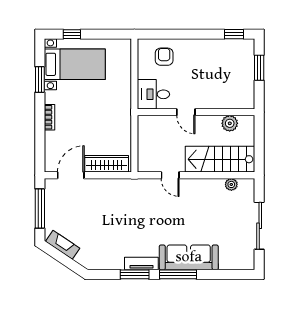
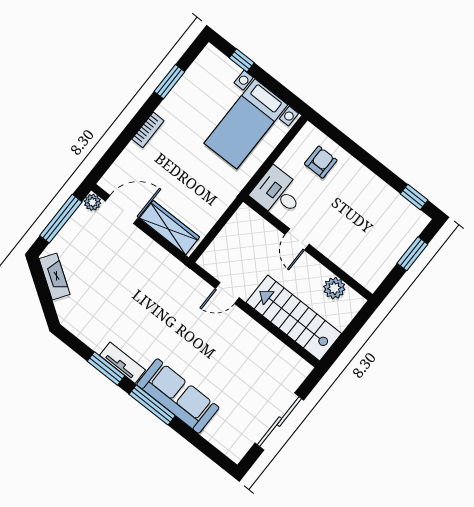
bed with nightstands: (75, 64) -> (246, 124), moved, turned 90
door: (170, 175) -> (227, 293), hinge flipped
plant: (231, 184) -> (92, 202), moved

